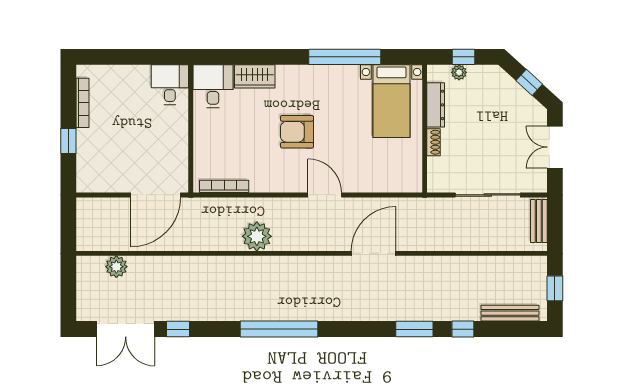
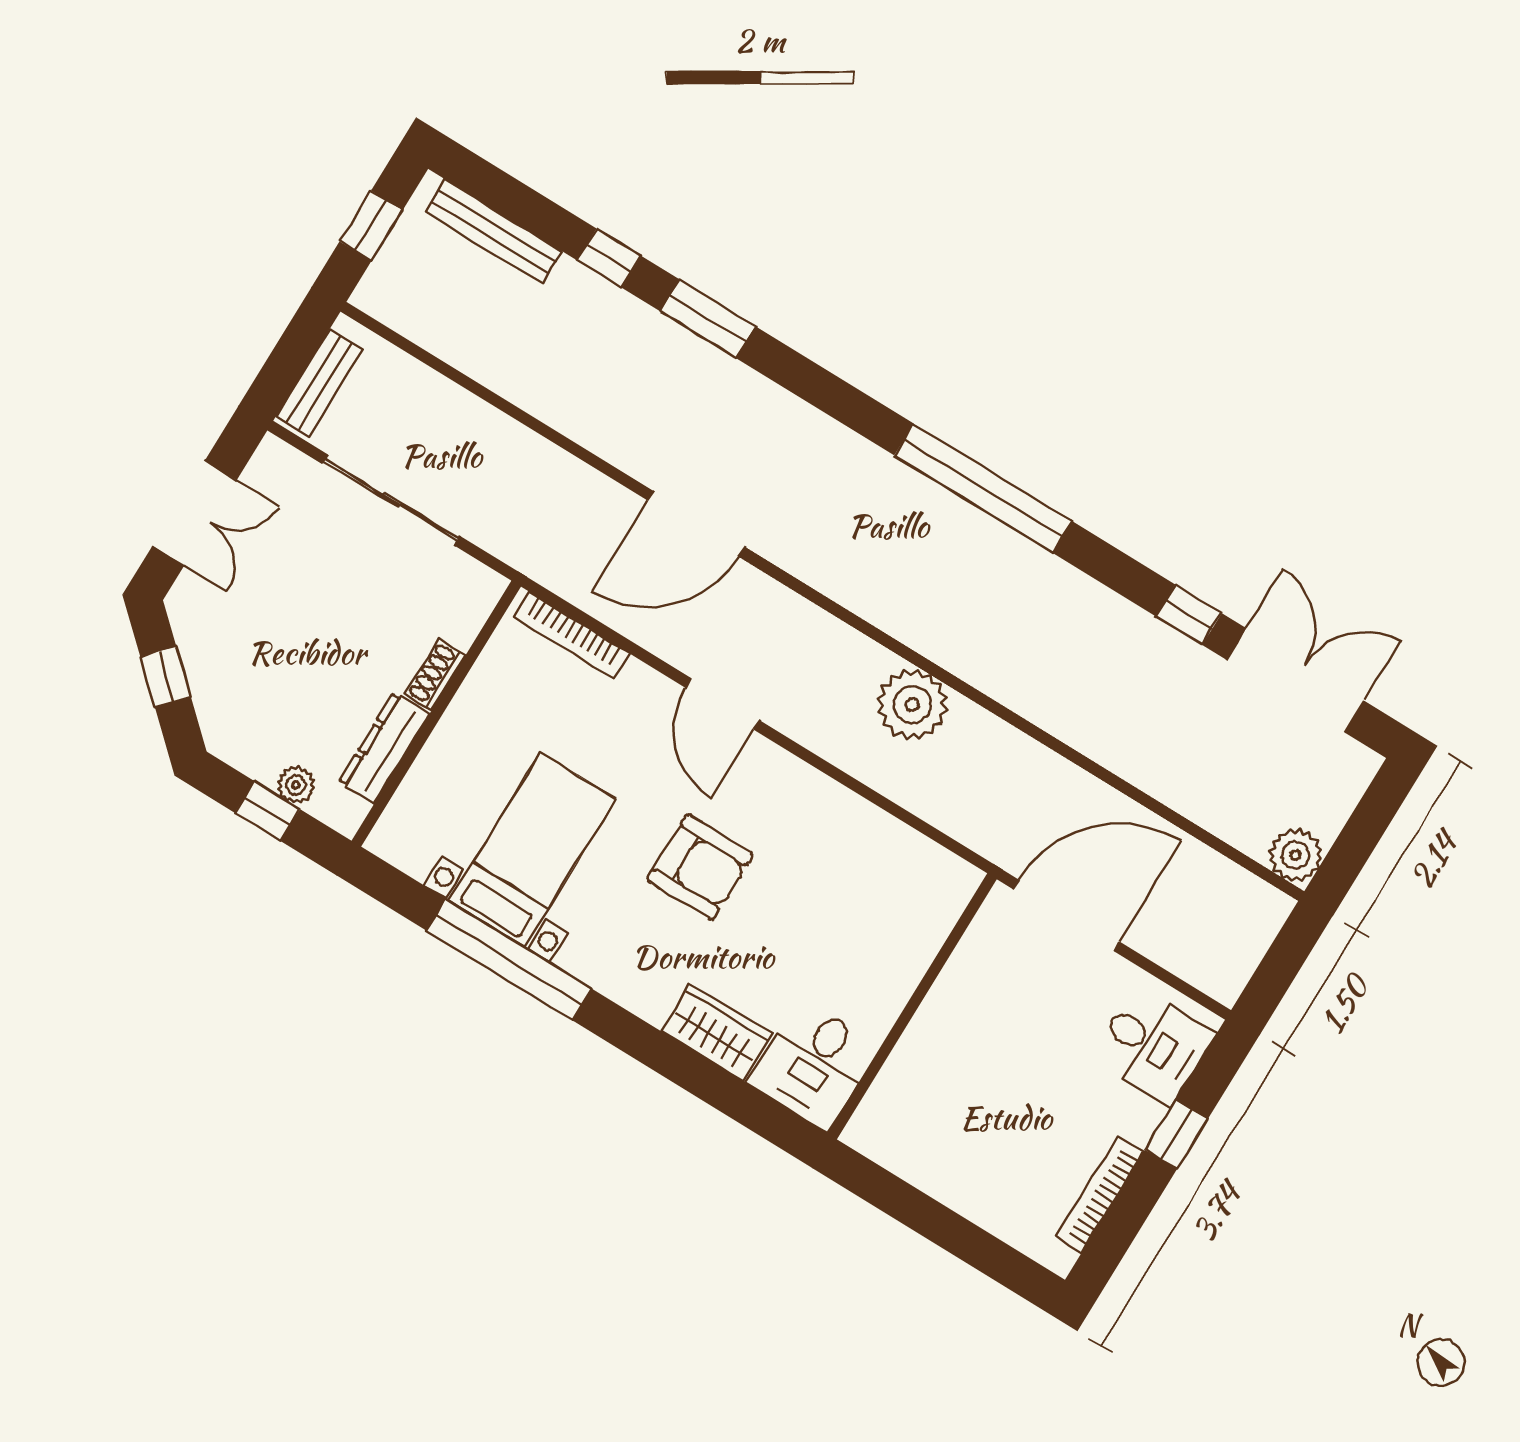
desk: (170, 85) -> (1153, 1046), moved, turned -90
bed with nightstands: (391, 101) -> (532, 850), moved
bookcase: (224, 186) -> (572, 635), moved
plant: (116, 267) -> (1296, 855), moved

